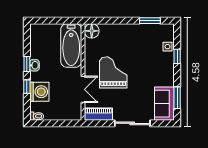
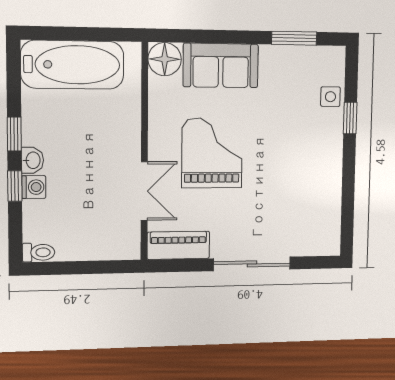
bathtub: (71, 45) -> (73, 65), moved, turned -90
washbasin: (34, 65) -> (32, 160), moved
washing machine: (39, 92) -> (34, 187), width x0.53, depth x0.53
window: (177, 98) -> (348, 207), removed
sofa: (164, 104) -> (221, 65), moved, turned -90

